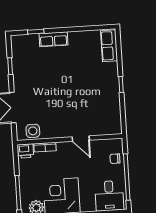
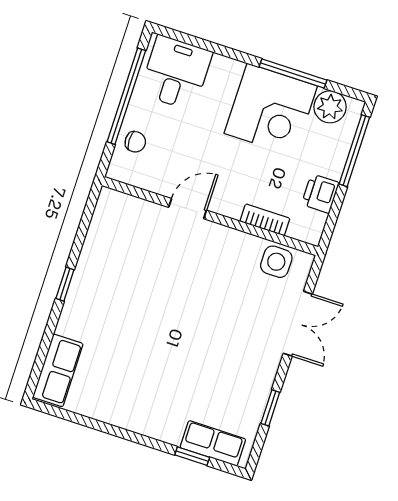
row of seats: (53, 39) -> (213, 443), moved
door: (81, 139) -> (188, 209), hinge flipped
printer: (26, 151) -> (320, 194), moved, turned -90

